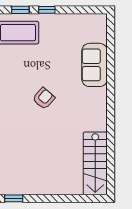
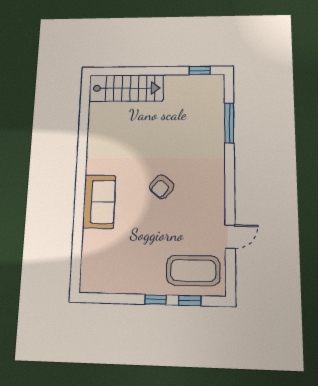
sofa: (95, 65) -> (99, 202), moved
stairs: (95, 163) -> (126, 88), moved, turned 90

